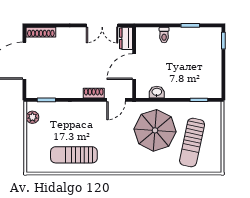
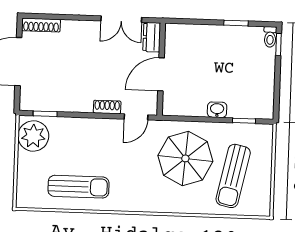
toilet: (164, 35) -> (270, 37), moved
washbasin: (157, 92) -> (217, 110), moved
plant: (32, 117) -> (33, 136), width x1.88, depth x1.88
sun lounger: (74, 155) -> (79, 187), turned 180

